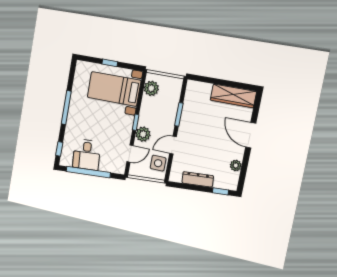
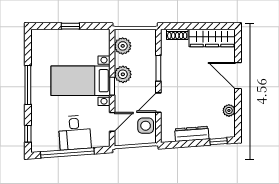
shoe rack: (202, 87) -> (177, 34), added
bed with nightstands: (114, 89) -> (80, 81), moved
plant: (143, 134) -> (123, 74), moved
desk: (87, 155) -> (75, 133), moved

